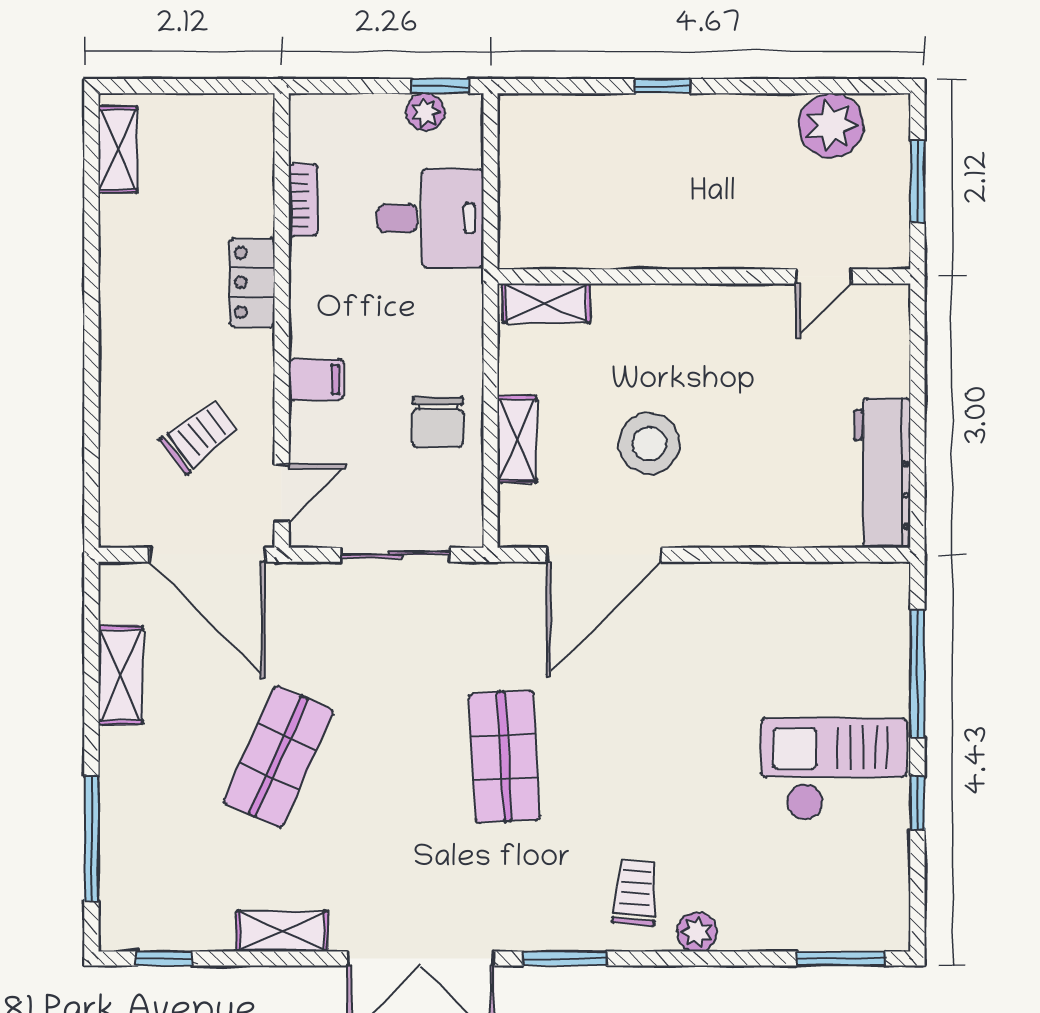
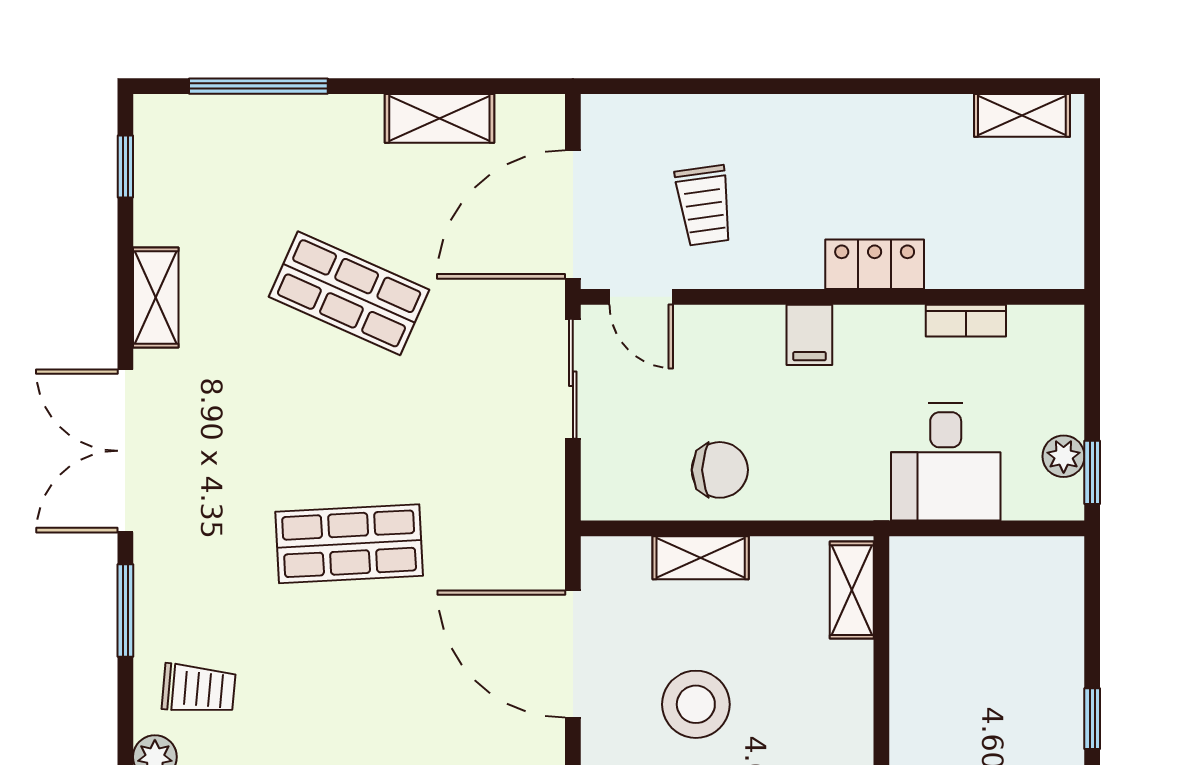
filing cabinet: (316, 380) -> (809, 335), moved
chair: (438, 422) -> (720, 470), turned 180
trolley: (199, 436) -> (704, 205), turned 30
sliding door: (395, 555) -> (573, 379), moved

